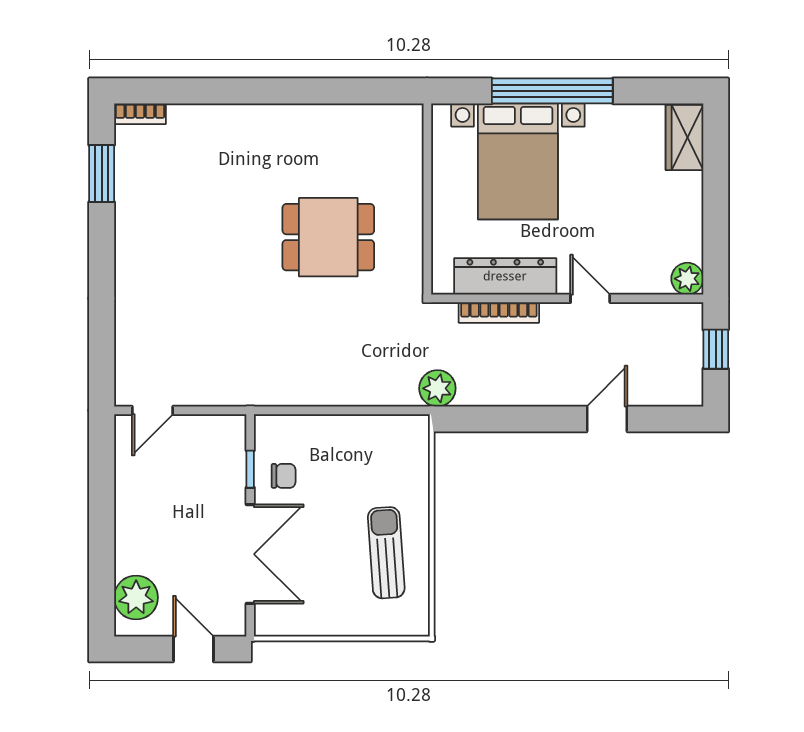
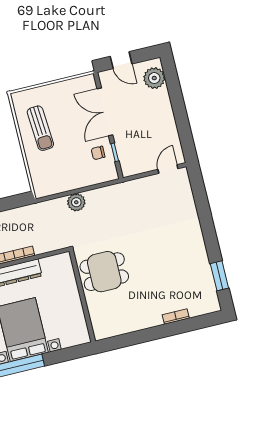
bookcase: (140, 114) -> (176, 317), moved
wall: (427, 199) -> (82, 296), moved
plant: (437, 388) -> (76, 202), moved

